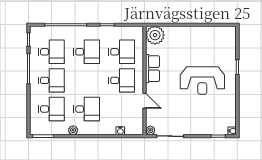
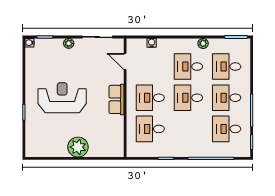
plant: (155, 35) -> (78, 147), moved
desk: (87, 52) -> (188, 98), moved
row of seats: (153, 69) -> (116, 99), moved
door: (145, 101) -> (125, 61), moved
plant: (150, 130) -> (69, 43), moved

